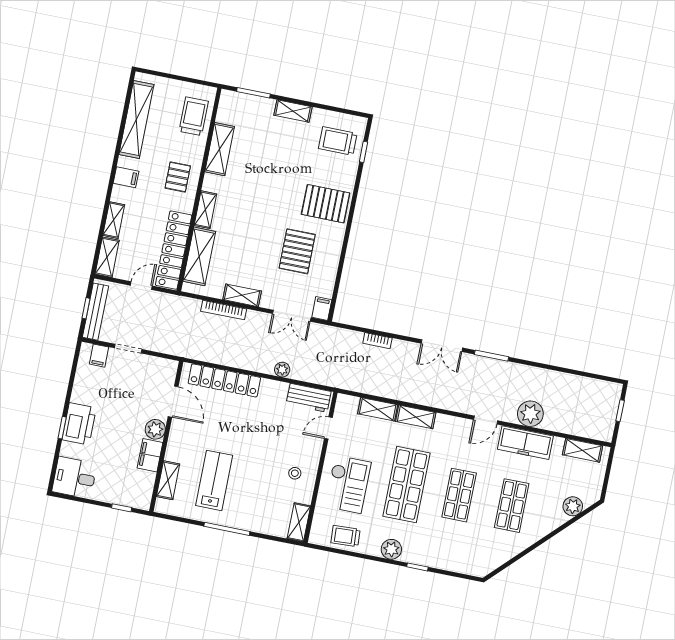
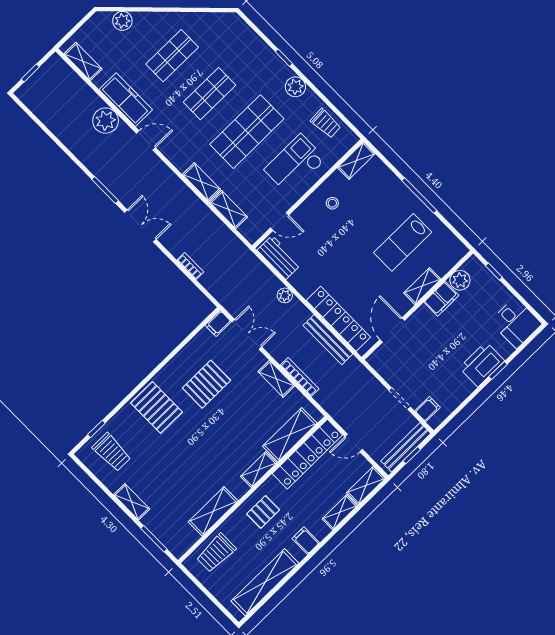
bench: (221, 357) -> (328, 340), added
plant: (155, 429) -> (460, 280), moved
shelving: (168, 480) -> (422, 286), moved

